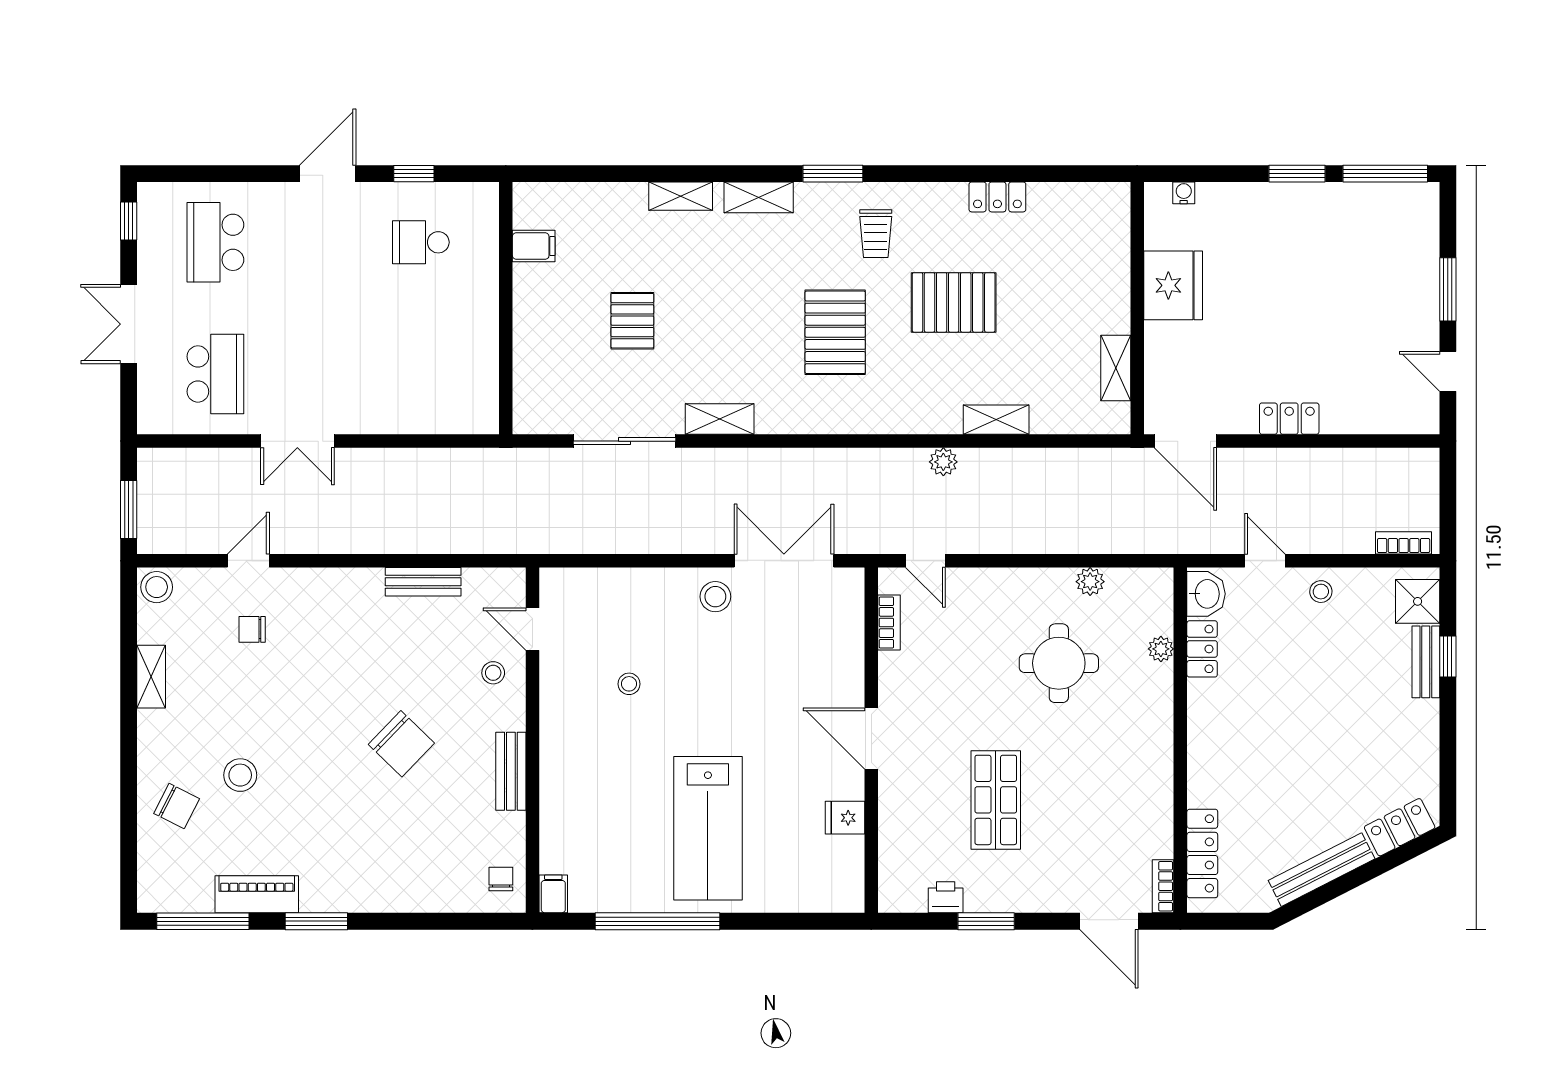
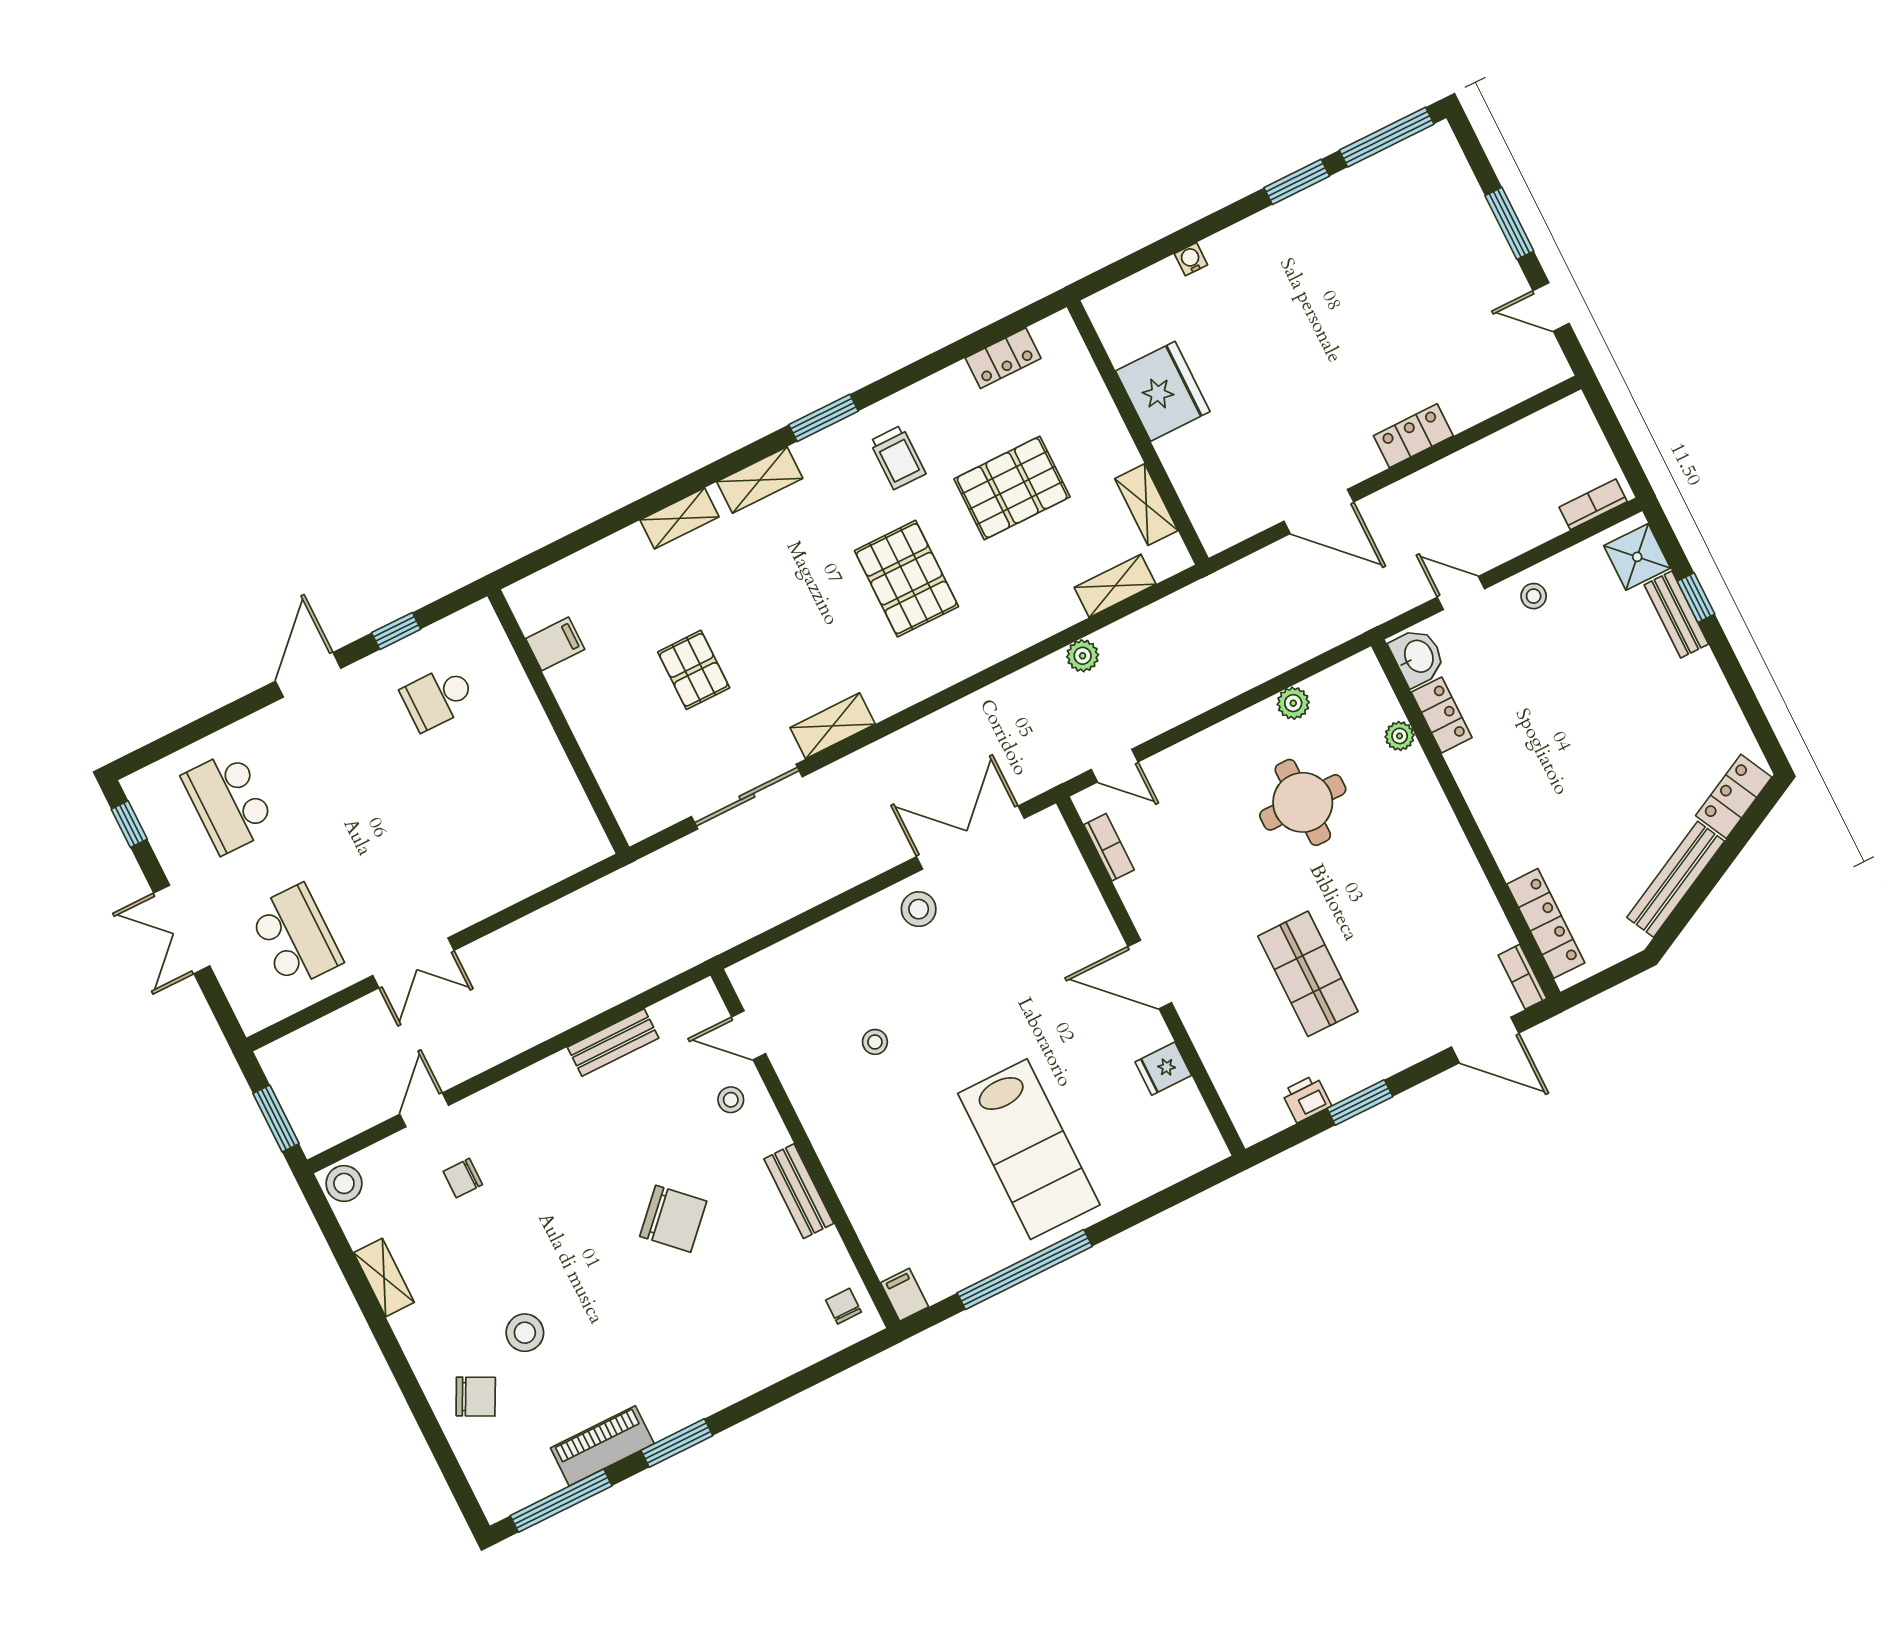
fridge: (1173, 285) -> (1163, 391), moved
wall: (1137, 308) -> (1138, 433), moved
shelving: (1116, 368) -> (1146, 505), moved

